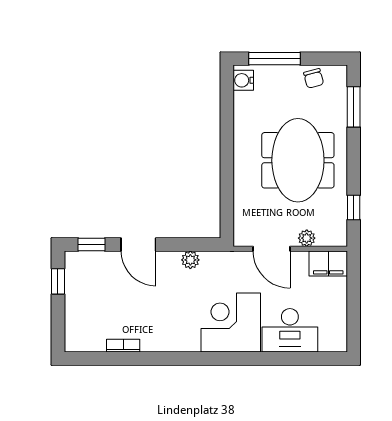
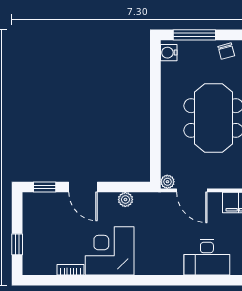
plant: (307, 238) -> (167, 182), moved
window: (58, 281) -> (17, 244), moved
corner desk: (231, 323) -> (110, 251), moved

